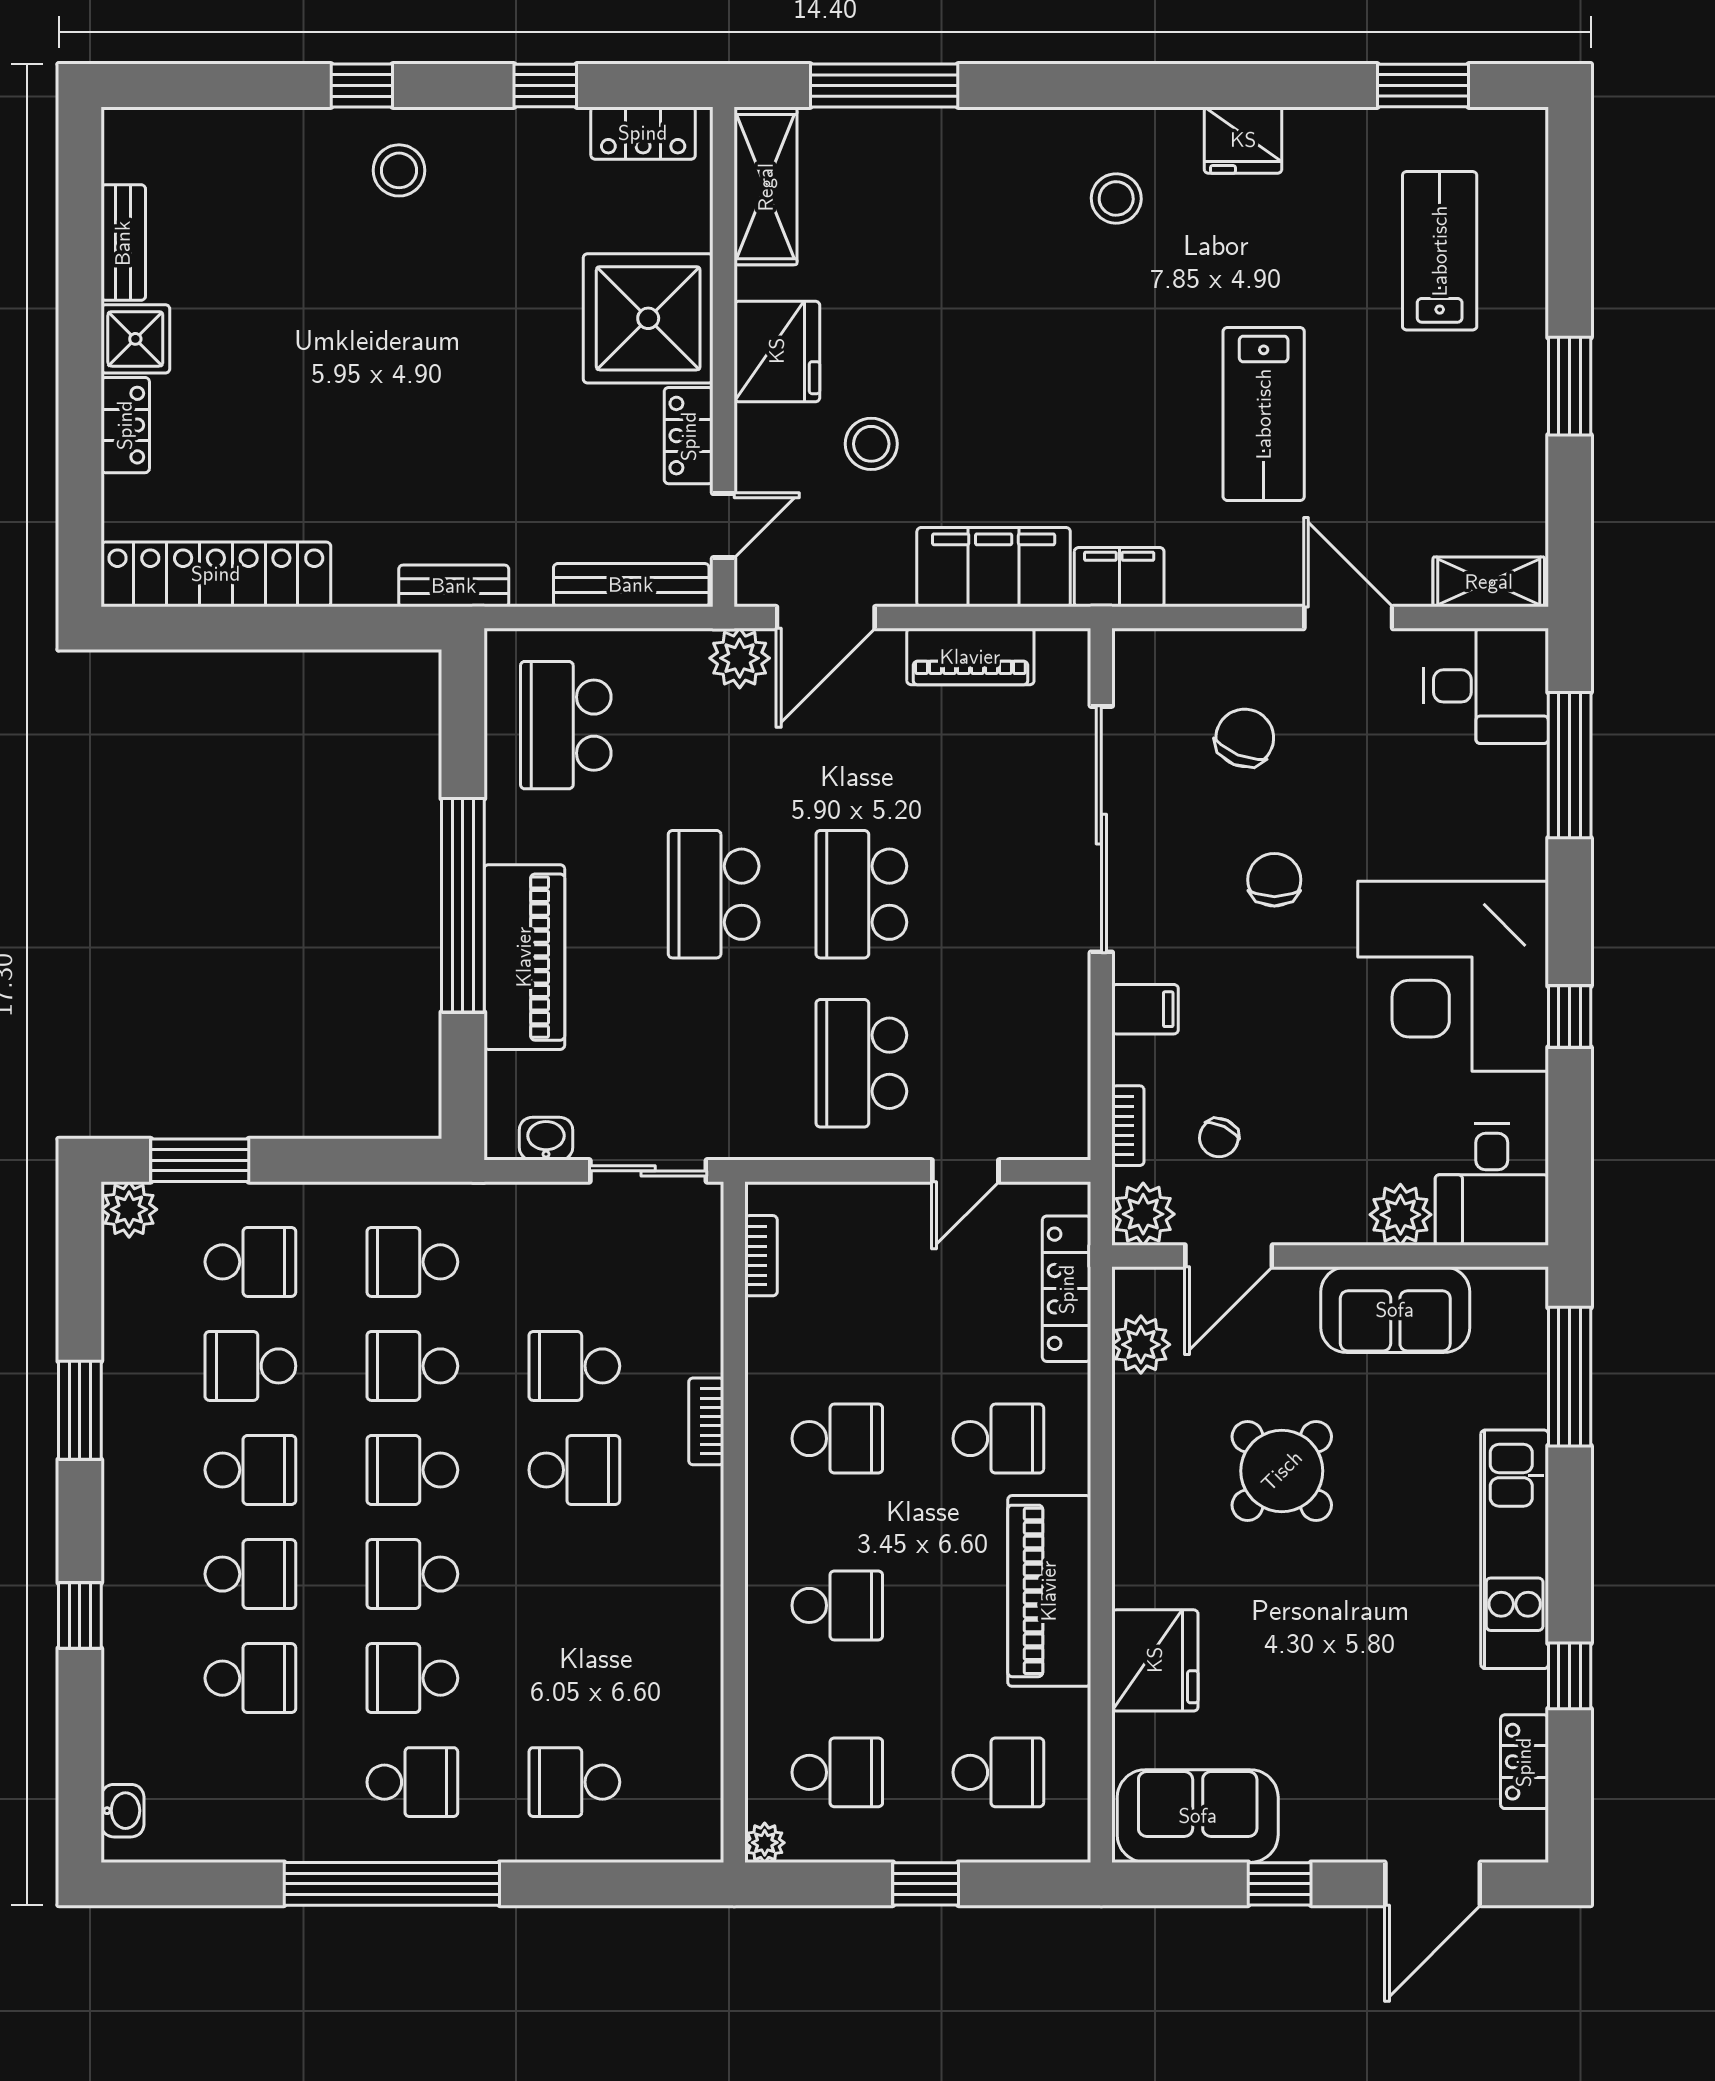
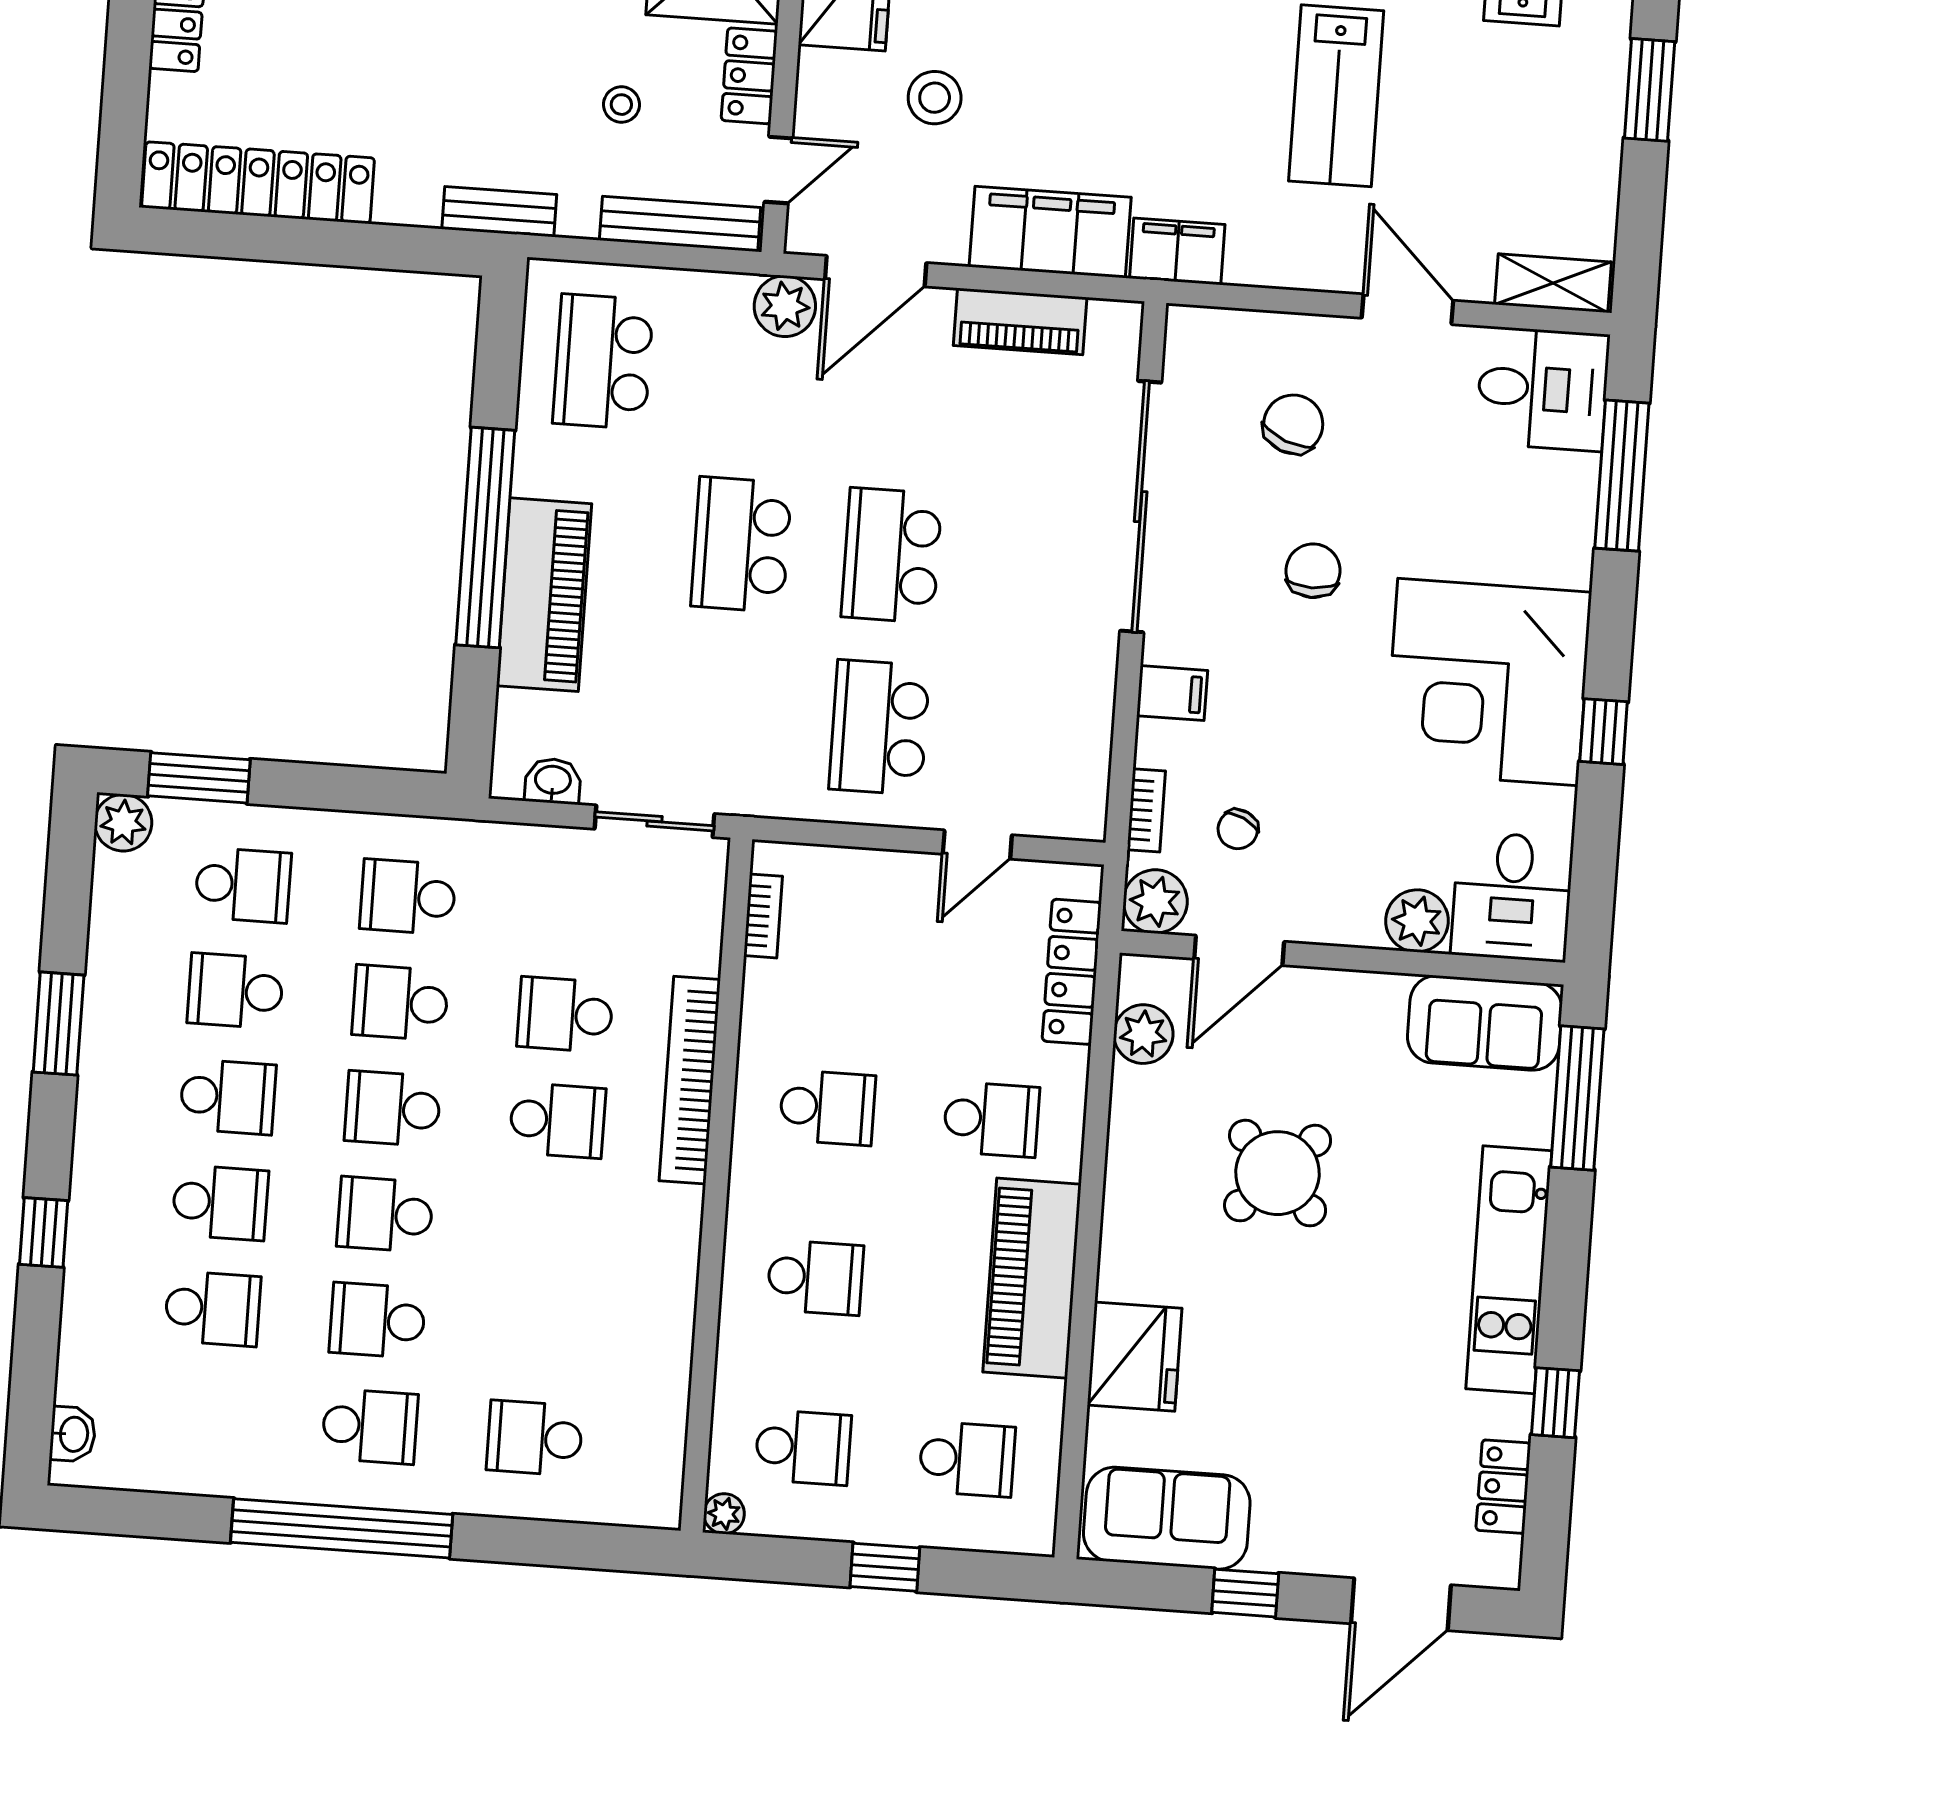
stool: (566, 473) -> (621, 105), added
sofa: (1395, 1310) -> (1485, 1023), moved
bookcase: (706, 1421) -> (690, 1080), width x2.31, depth x1.31

